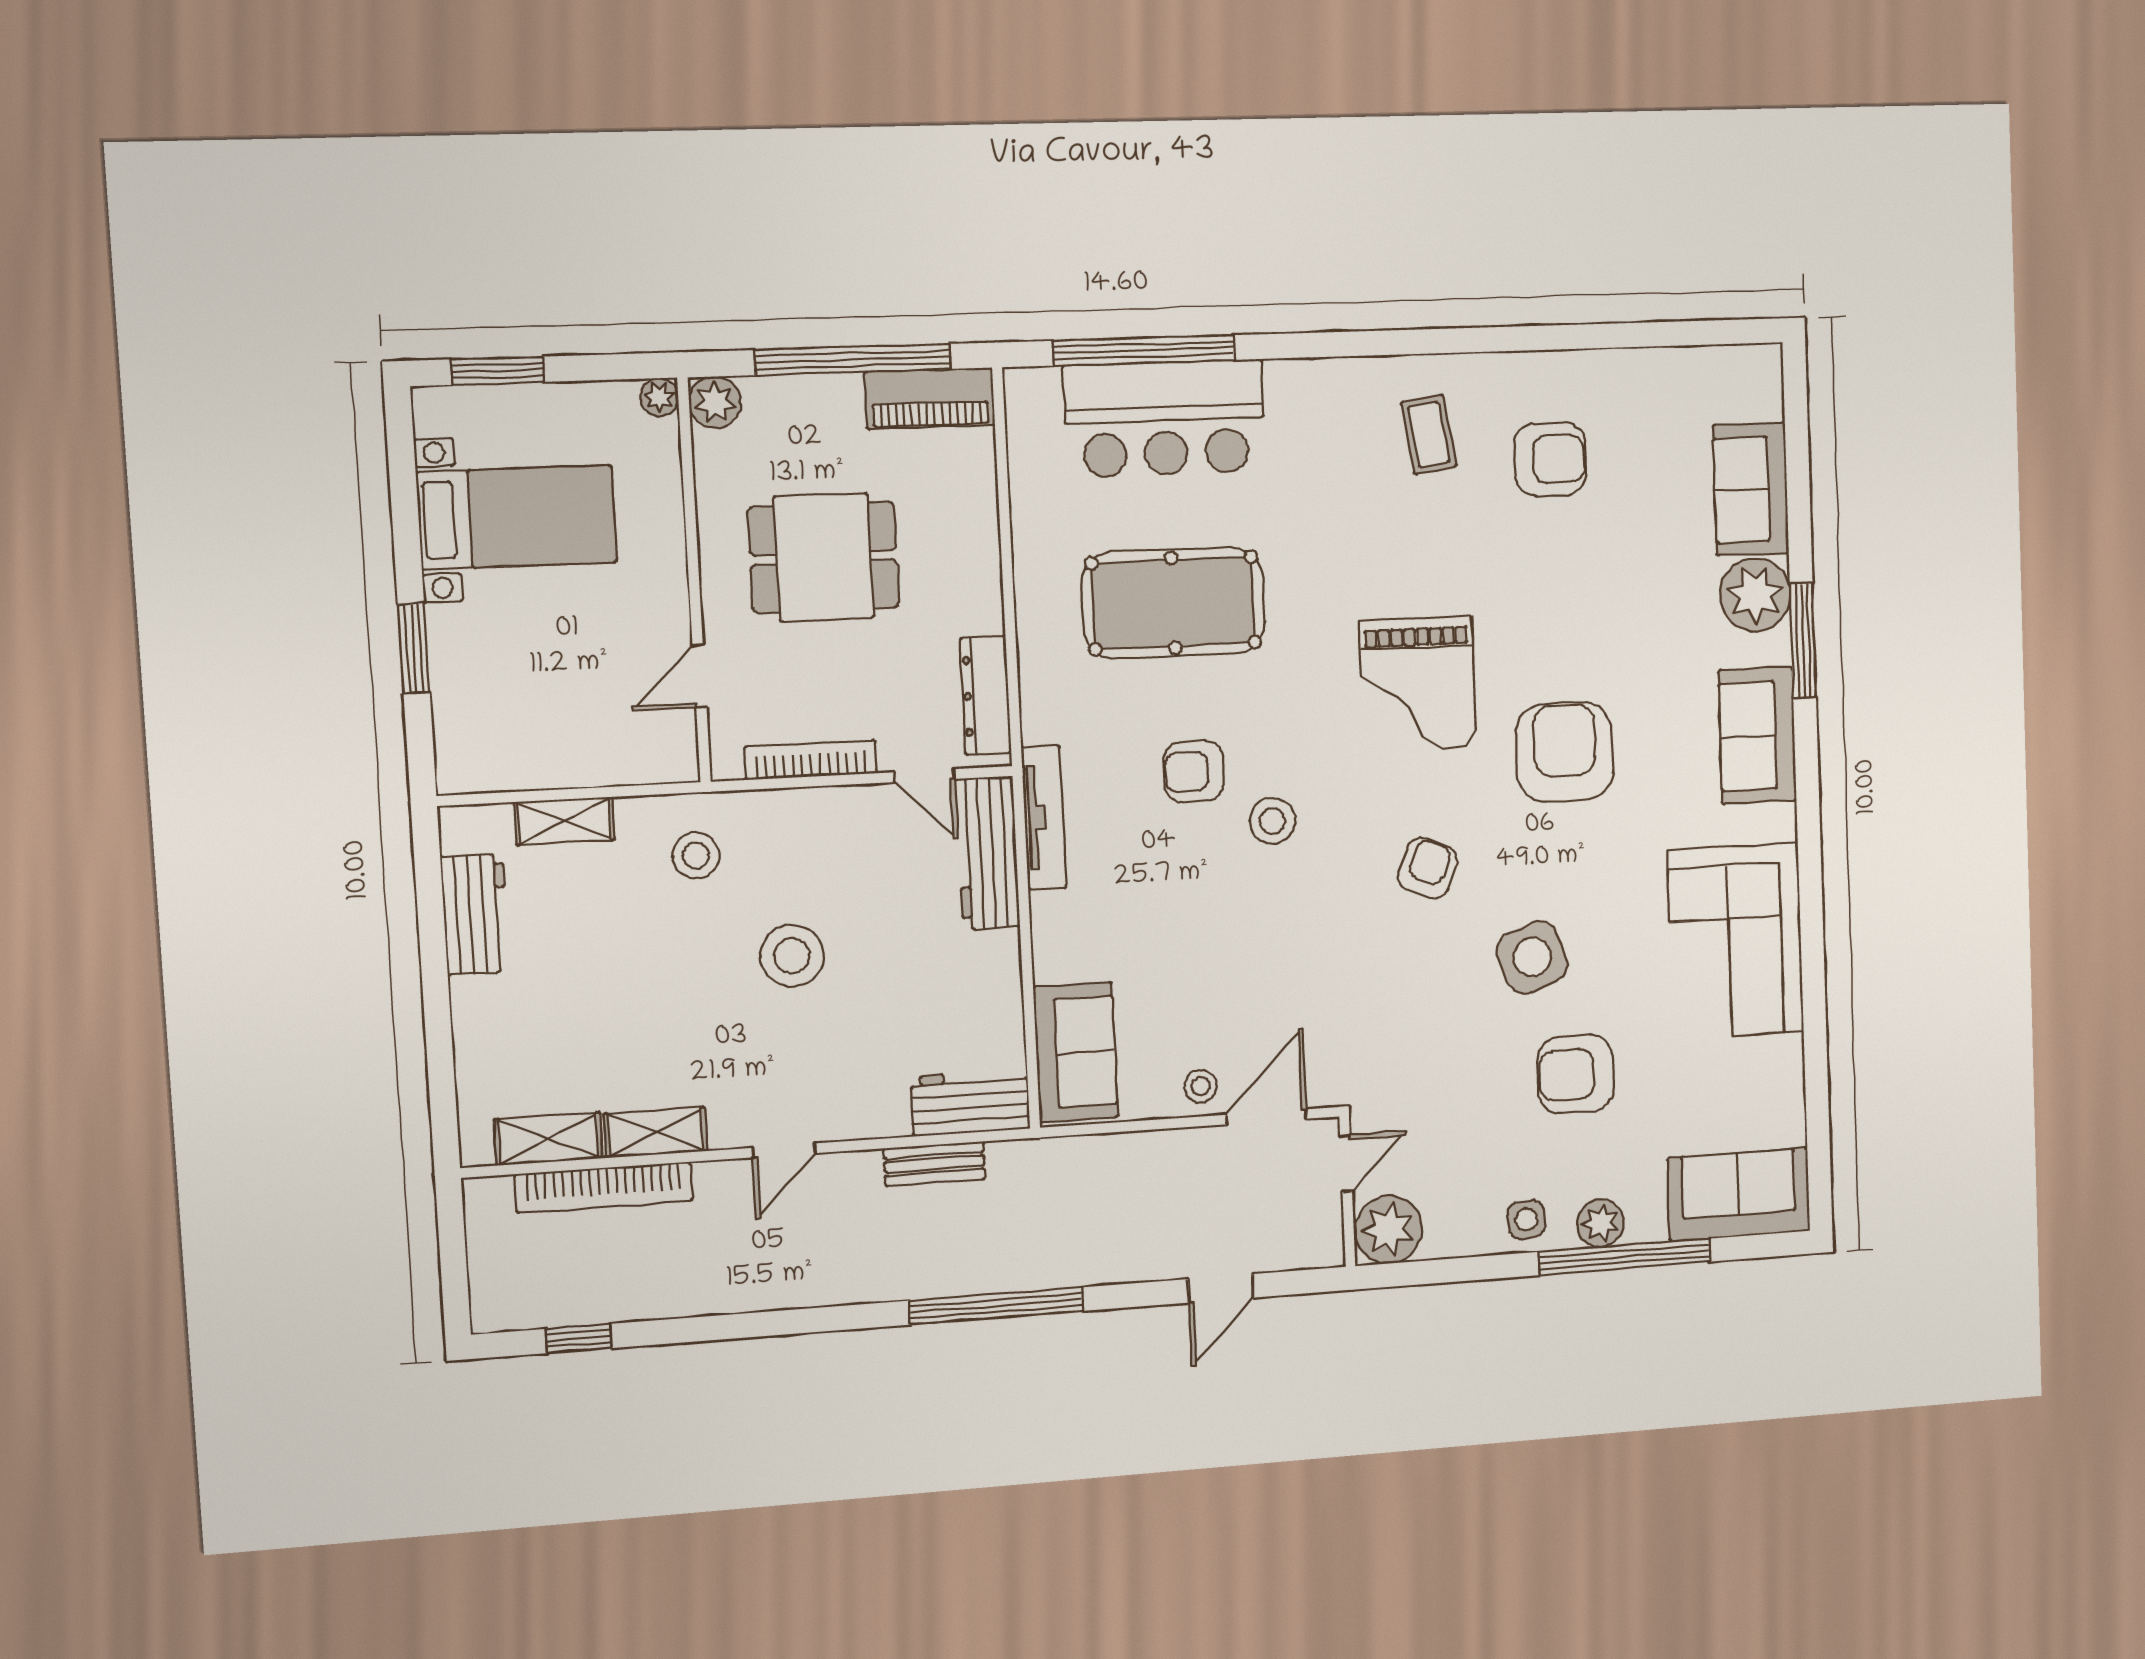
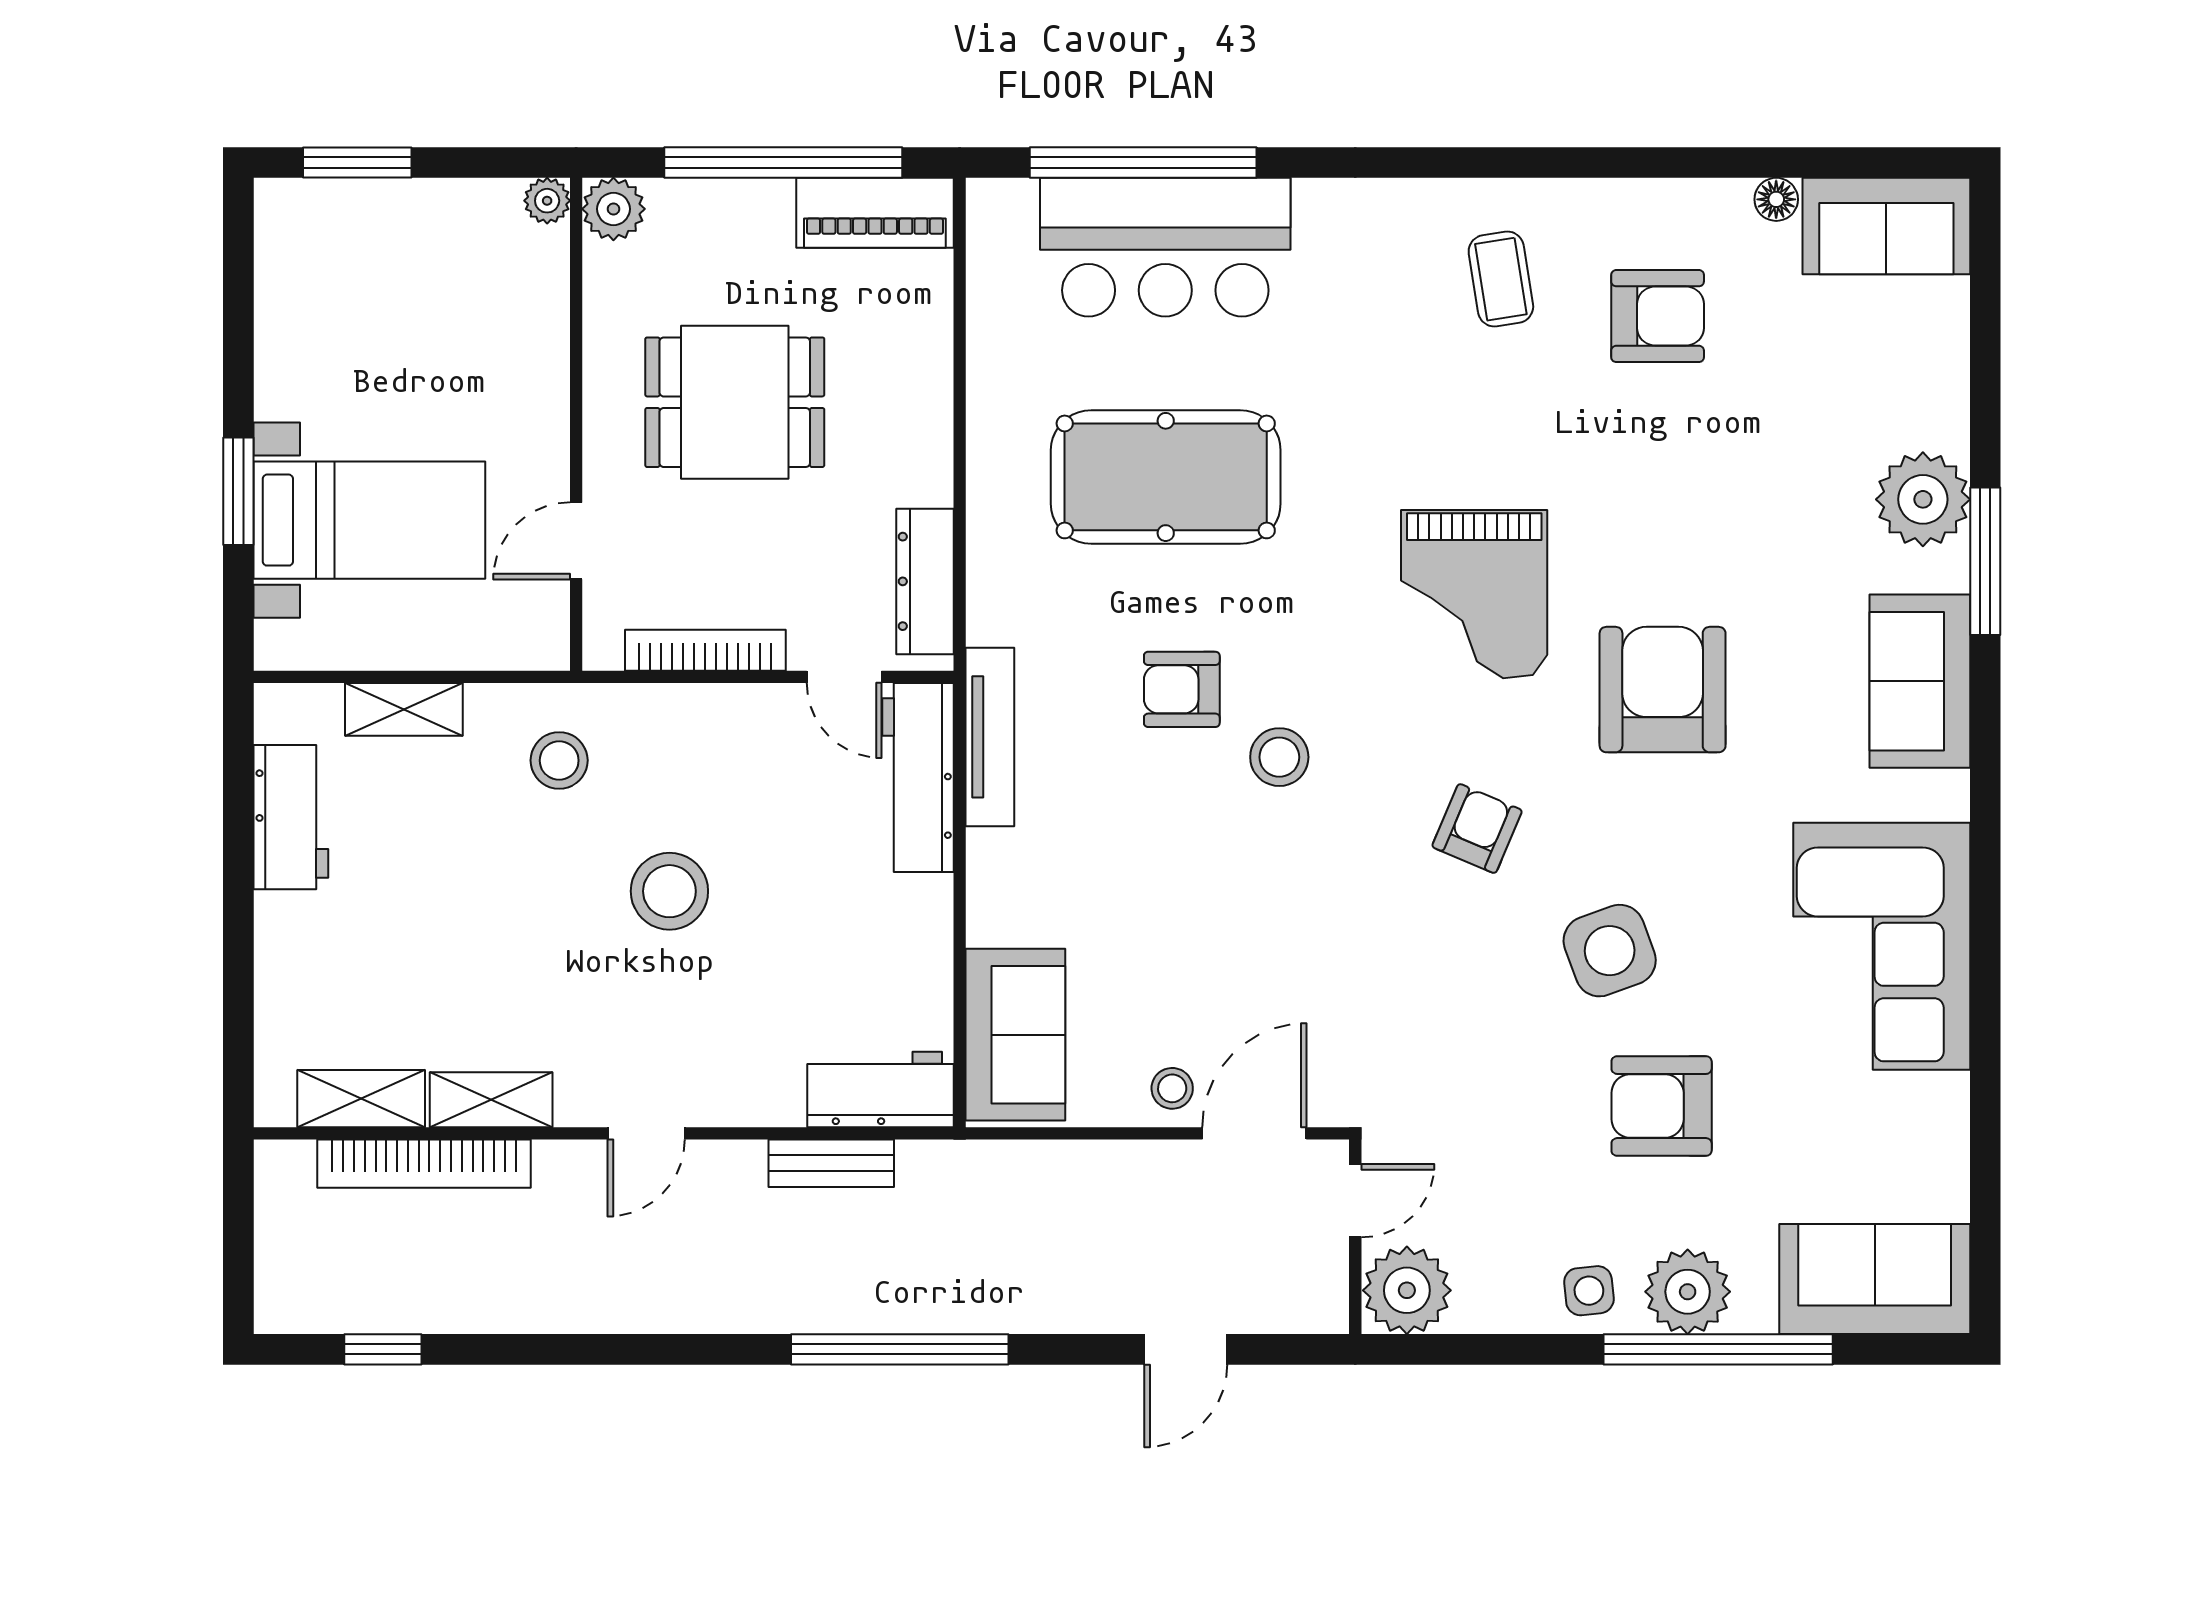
floor lamp: (1637, 364) -> (1776, 199), added
sofa: (1751, 489) -> (1886, 226), moved, turned -90
bed with nightstands: (517, 517) -> (369, 520), moved
plant: (1601, 1223) -> (1688, 1292), width x1.36, depth x1.36

